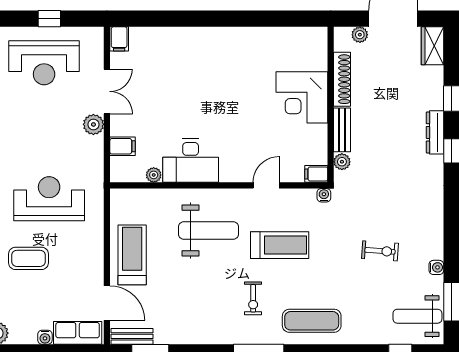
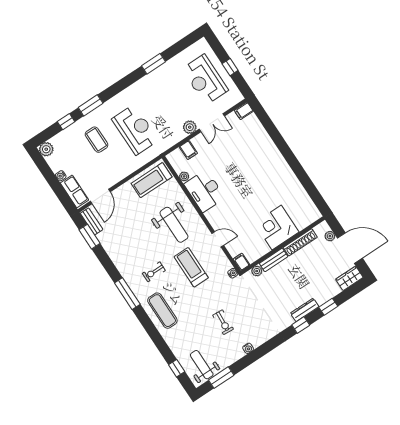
treadmill: (280, 245) -> (191, 267), turned 180
treadmill: (132, 255) -> (152, 180), moved, turned 180
water cooler: (436, 267) -> (248, 348), moved

